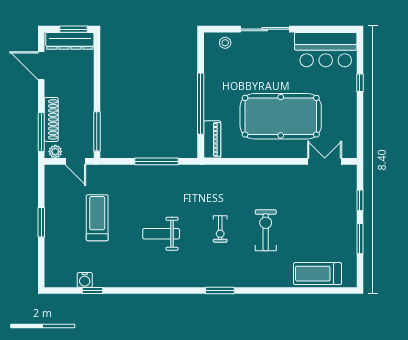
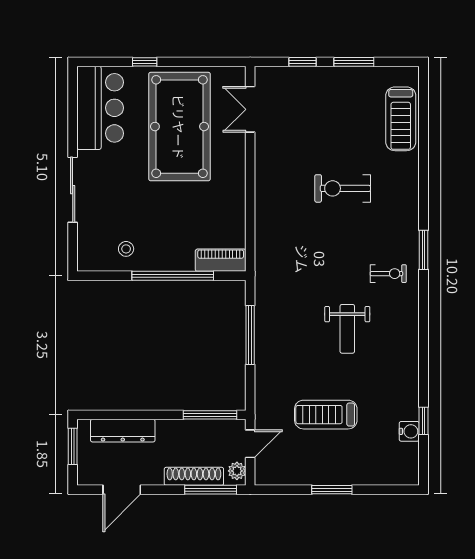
dresser: (70, 41) -> (123, 431), moved, turned 90
stool: (225, 43) -> (126, 249), moved
pool table: (281, 116) -> (179, 127), moved
exercise bike: (220, 229) -> (388, 274), moved

